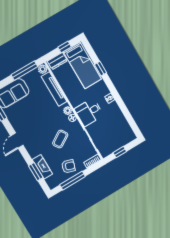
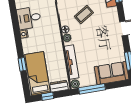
desk: (89, 112) -> (29, 18), moved, turned 180

